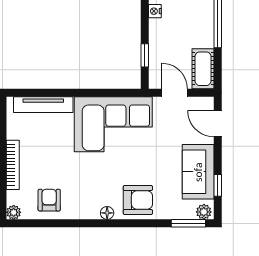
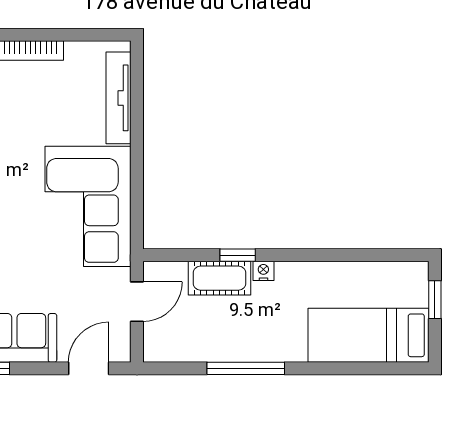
window: (145, 55) -> (238, 255), moved
cot: (203, 69) -> (219, 278), moved

